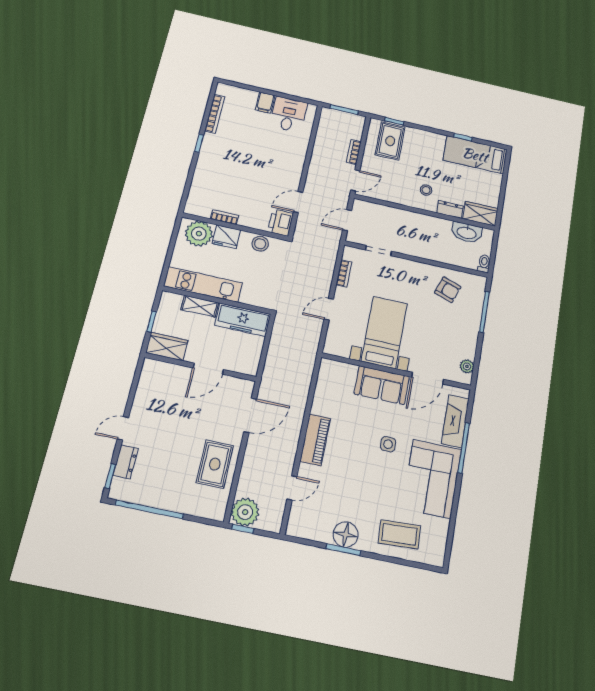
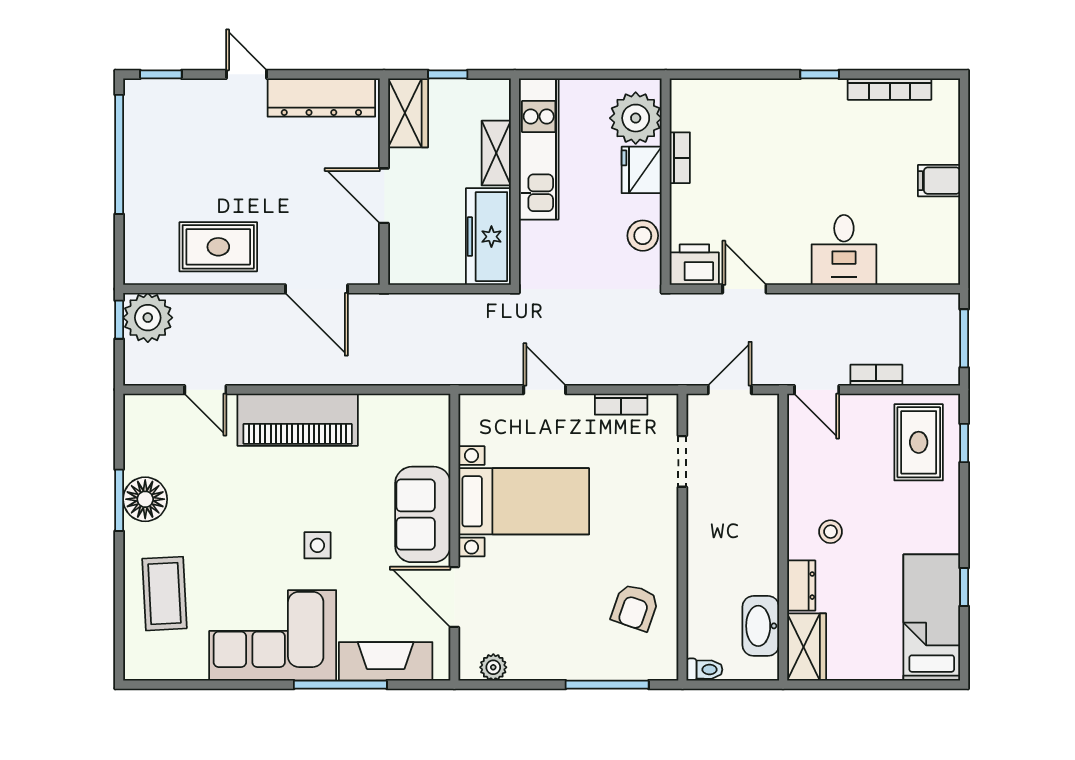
desk: (289, 114) -> (844, 250), moved, turned 90
rug: (390, 141) -> (919, 442), turned 90
door: (347, 220) -> (730, 390), hinge flipped
piano: (315, 440) -> (298, 420), width x1.37, depth x1.33
dresser: (126, 462) -> (321, 98), moved, width x1.96, depth x1.24

